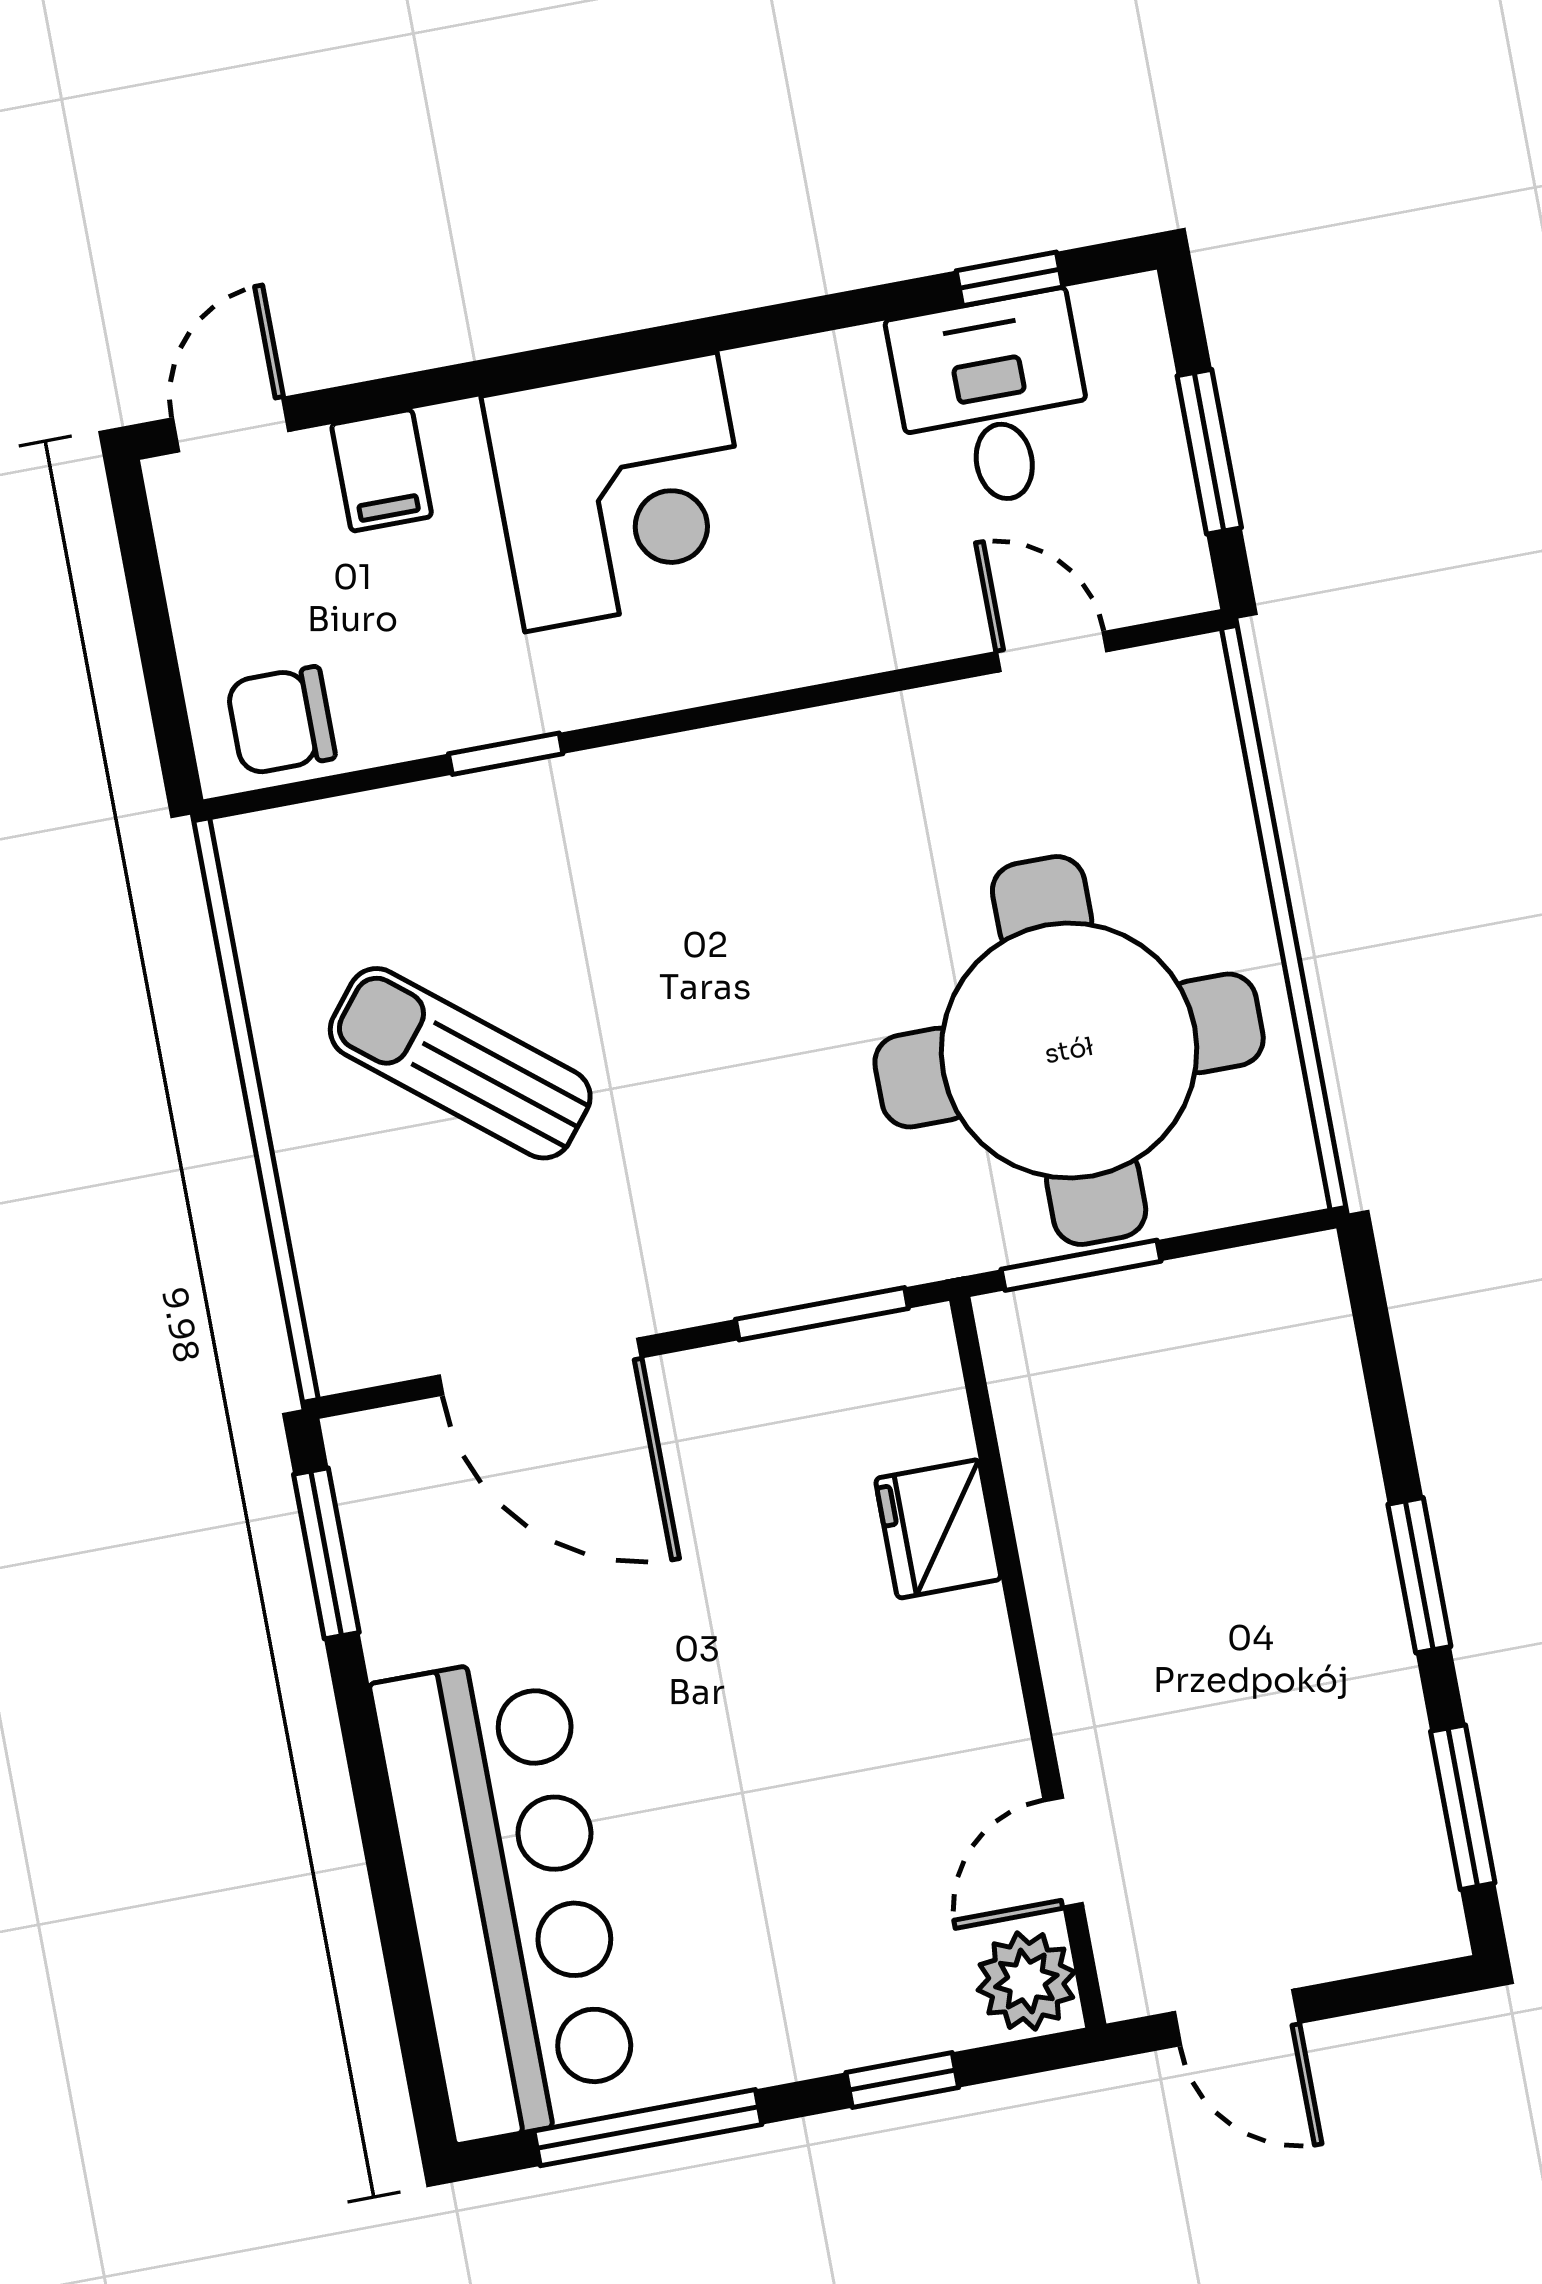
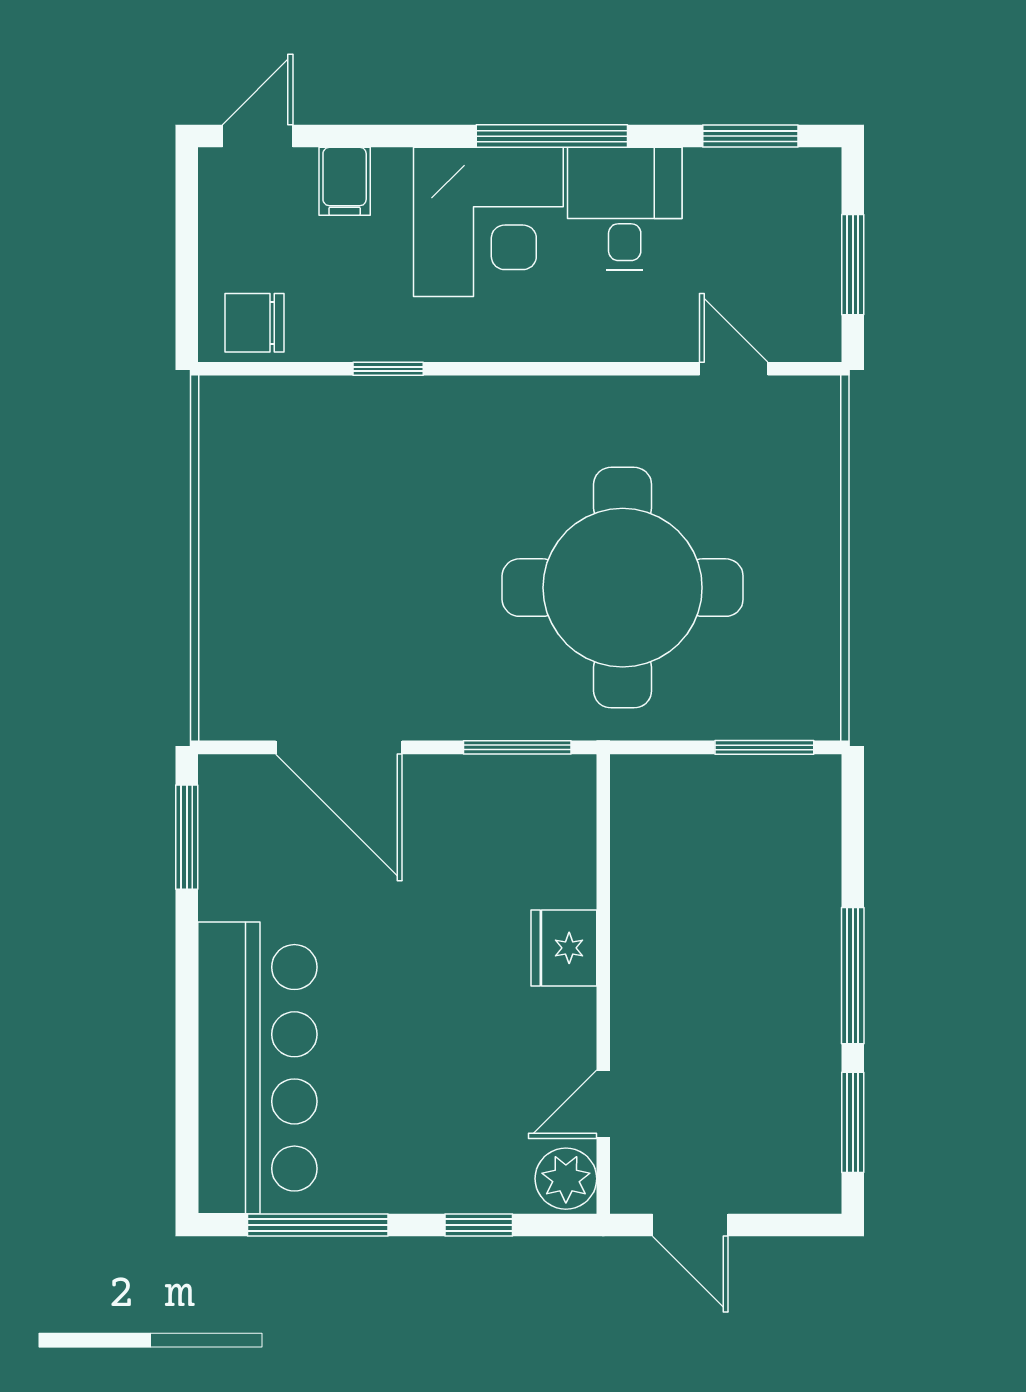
window: (1010, 279) -> (750, 136), width x1.50
window: (696, 338) -> (552, 136), added
desk: (993, 401) -> (625, 209), moved
round table: (1069, 1050) -> (623, 588), moved
sun lounger: (460, 1063) -> (325, 553), removed
window: (1081, 1265) -> (764, 747), moved
fridge: (938, 1529) -> (564, 948), moved
window: (1419, 1575) -> (853, 976), width x1.44

